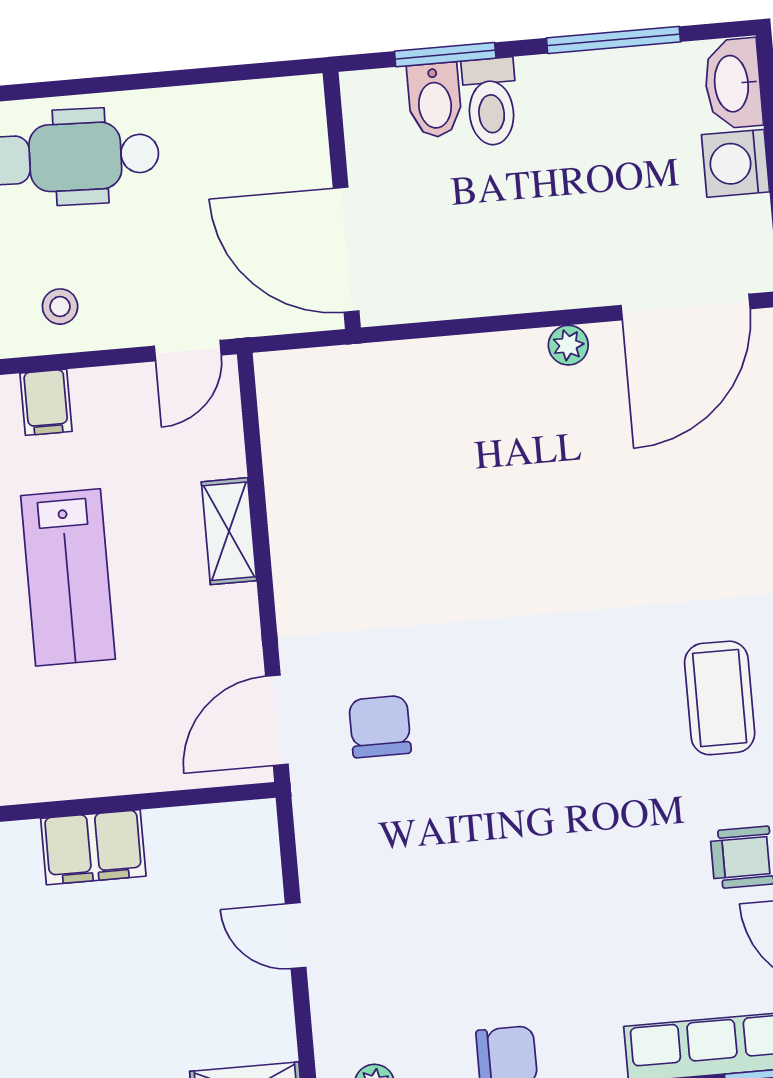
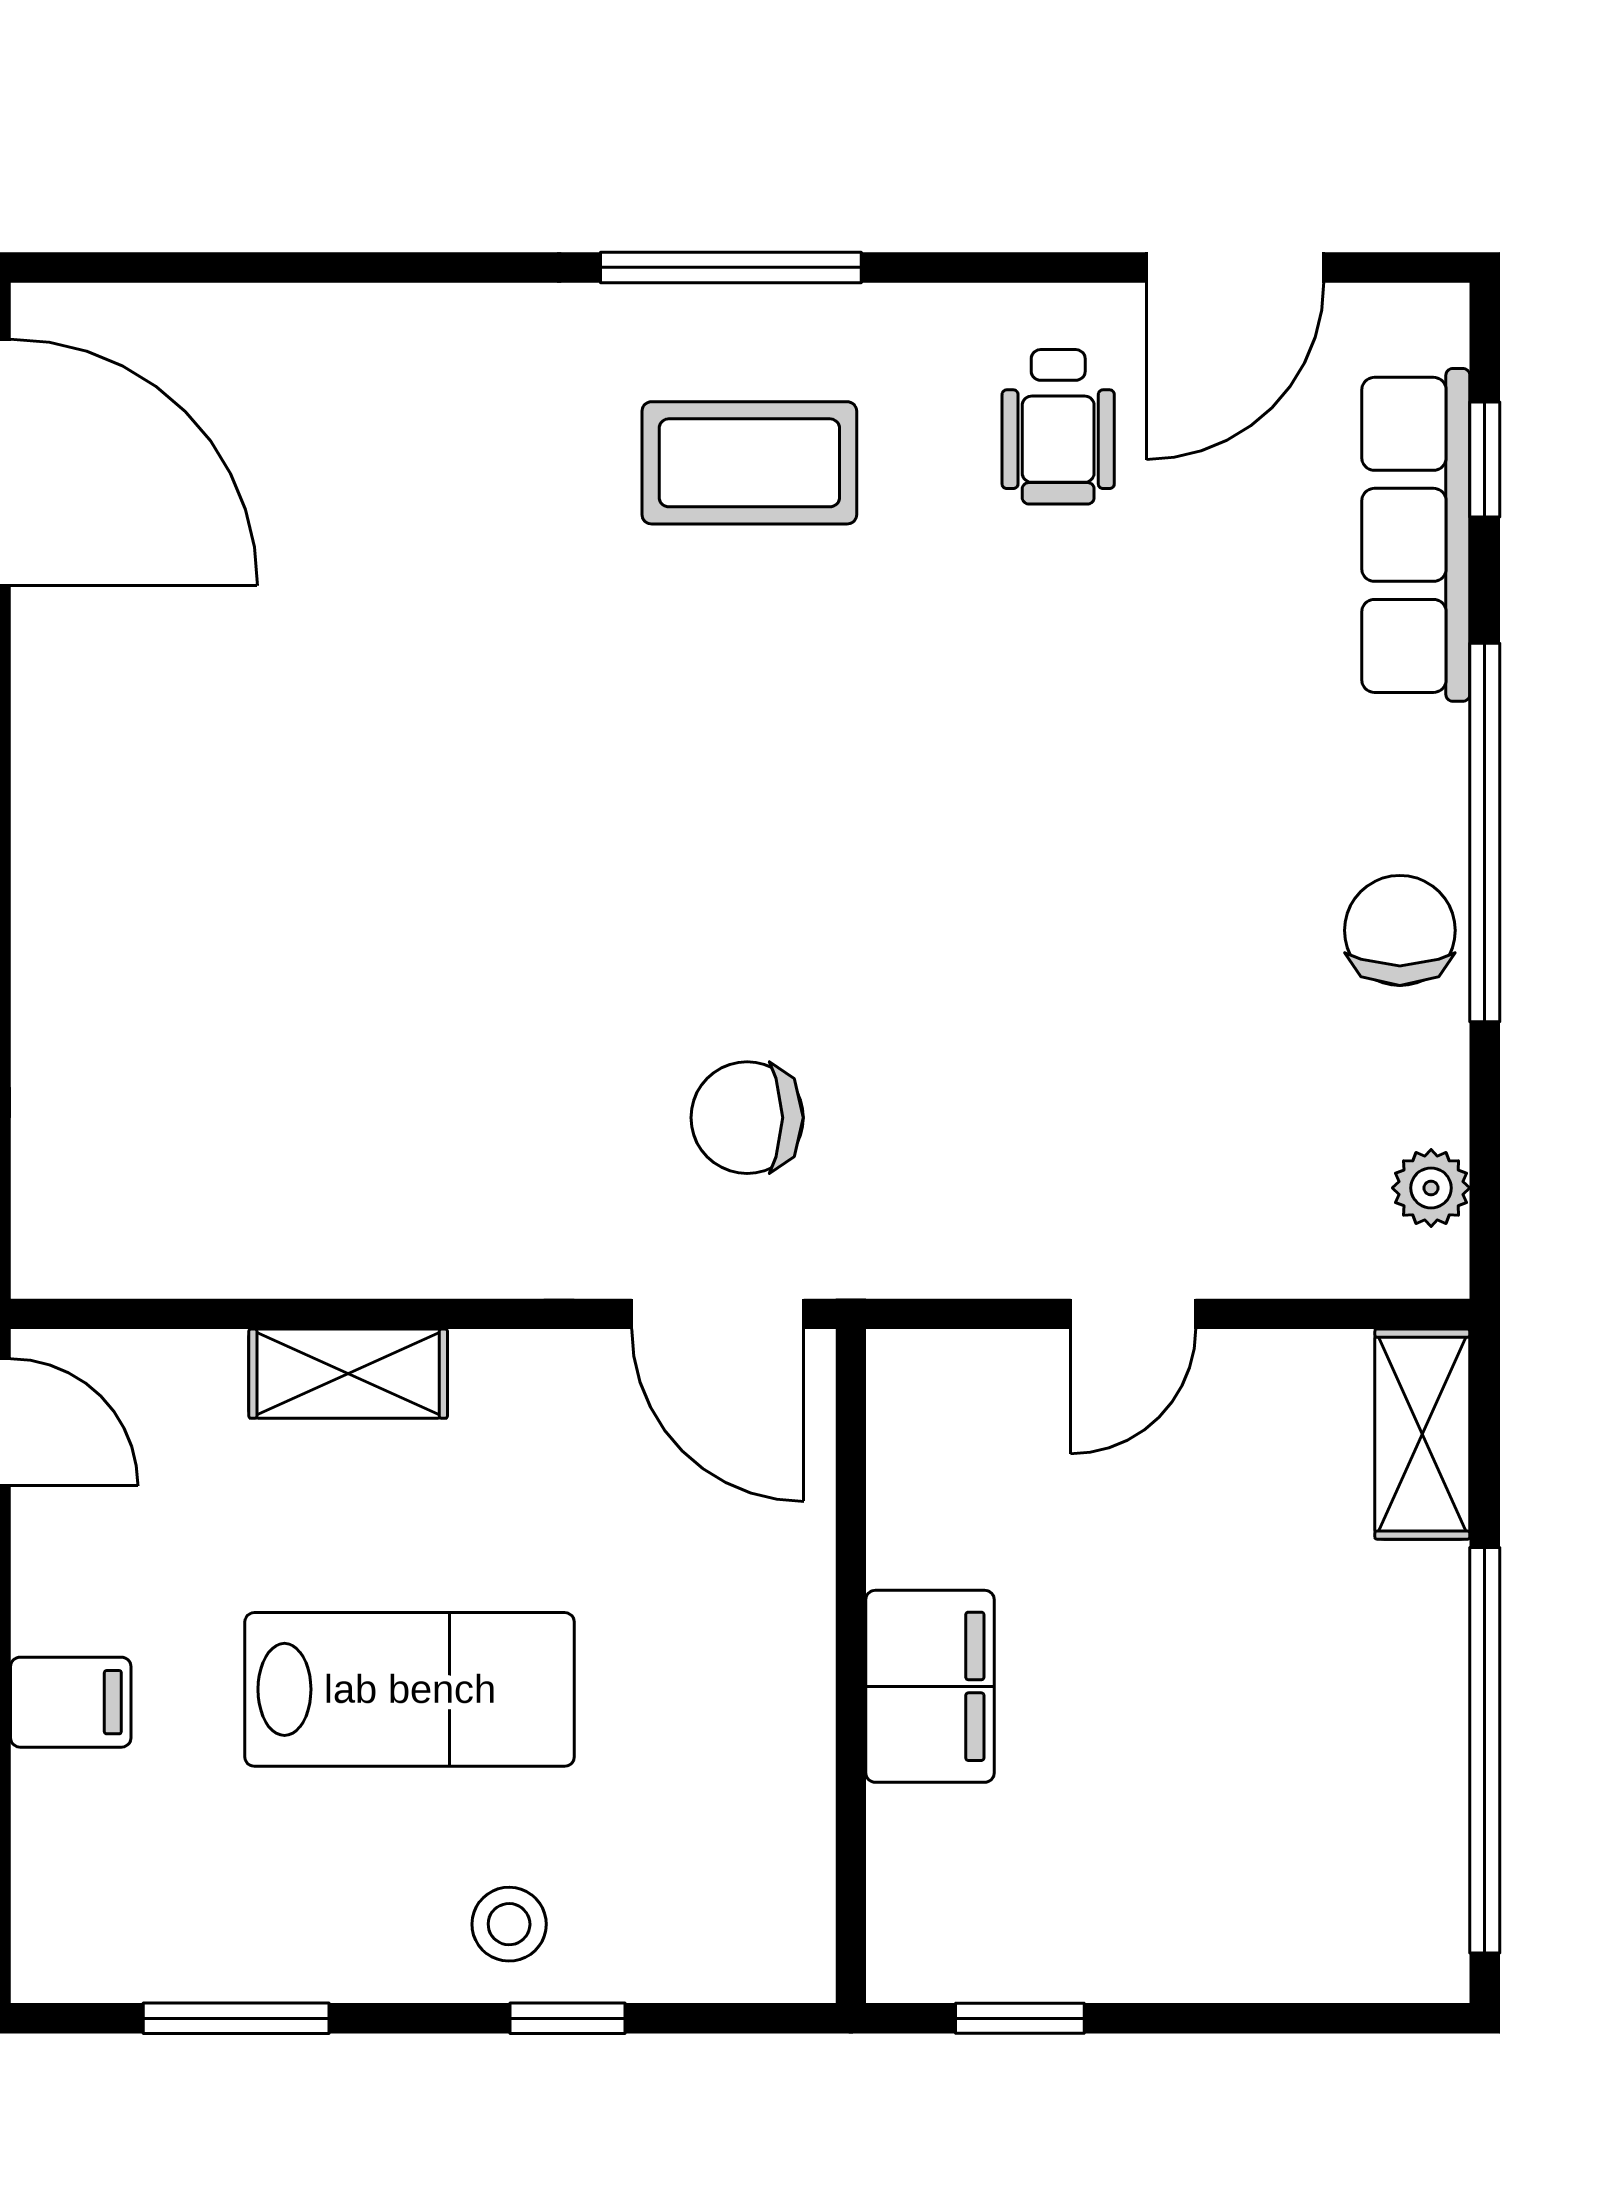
plant: (568, 345) -> (49, 693), removed

